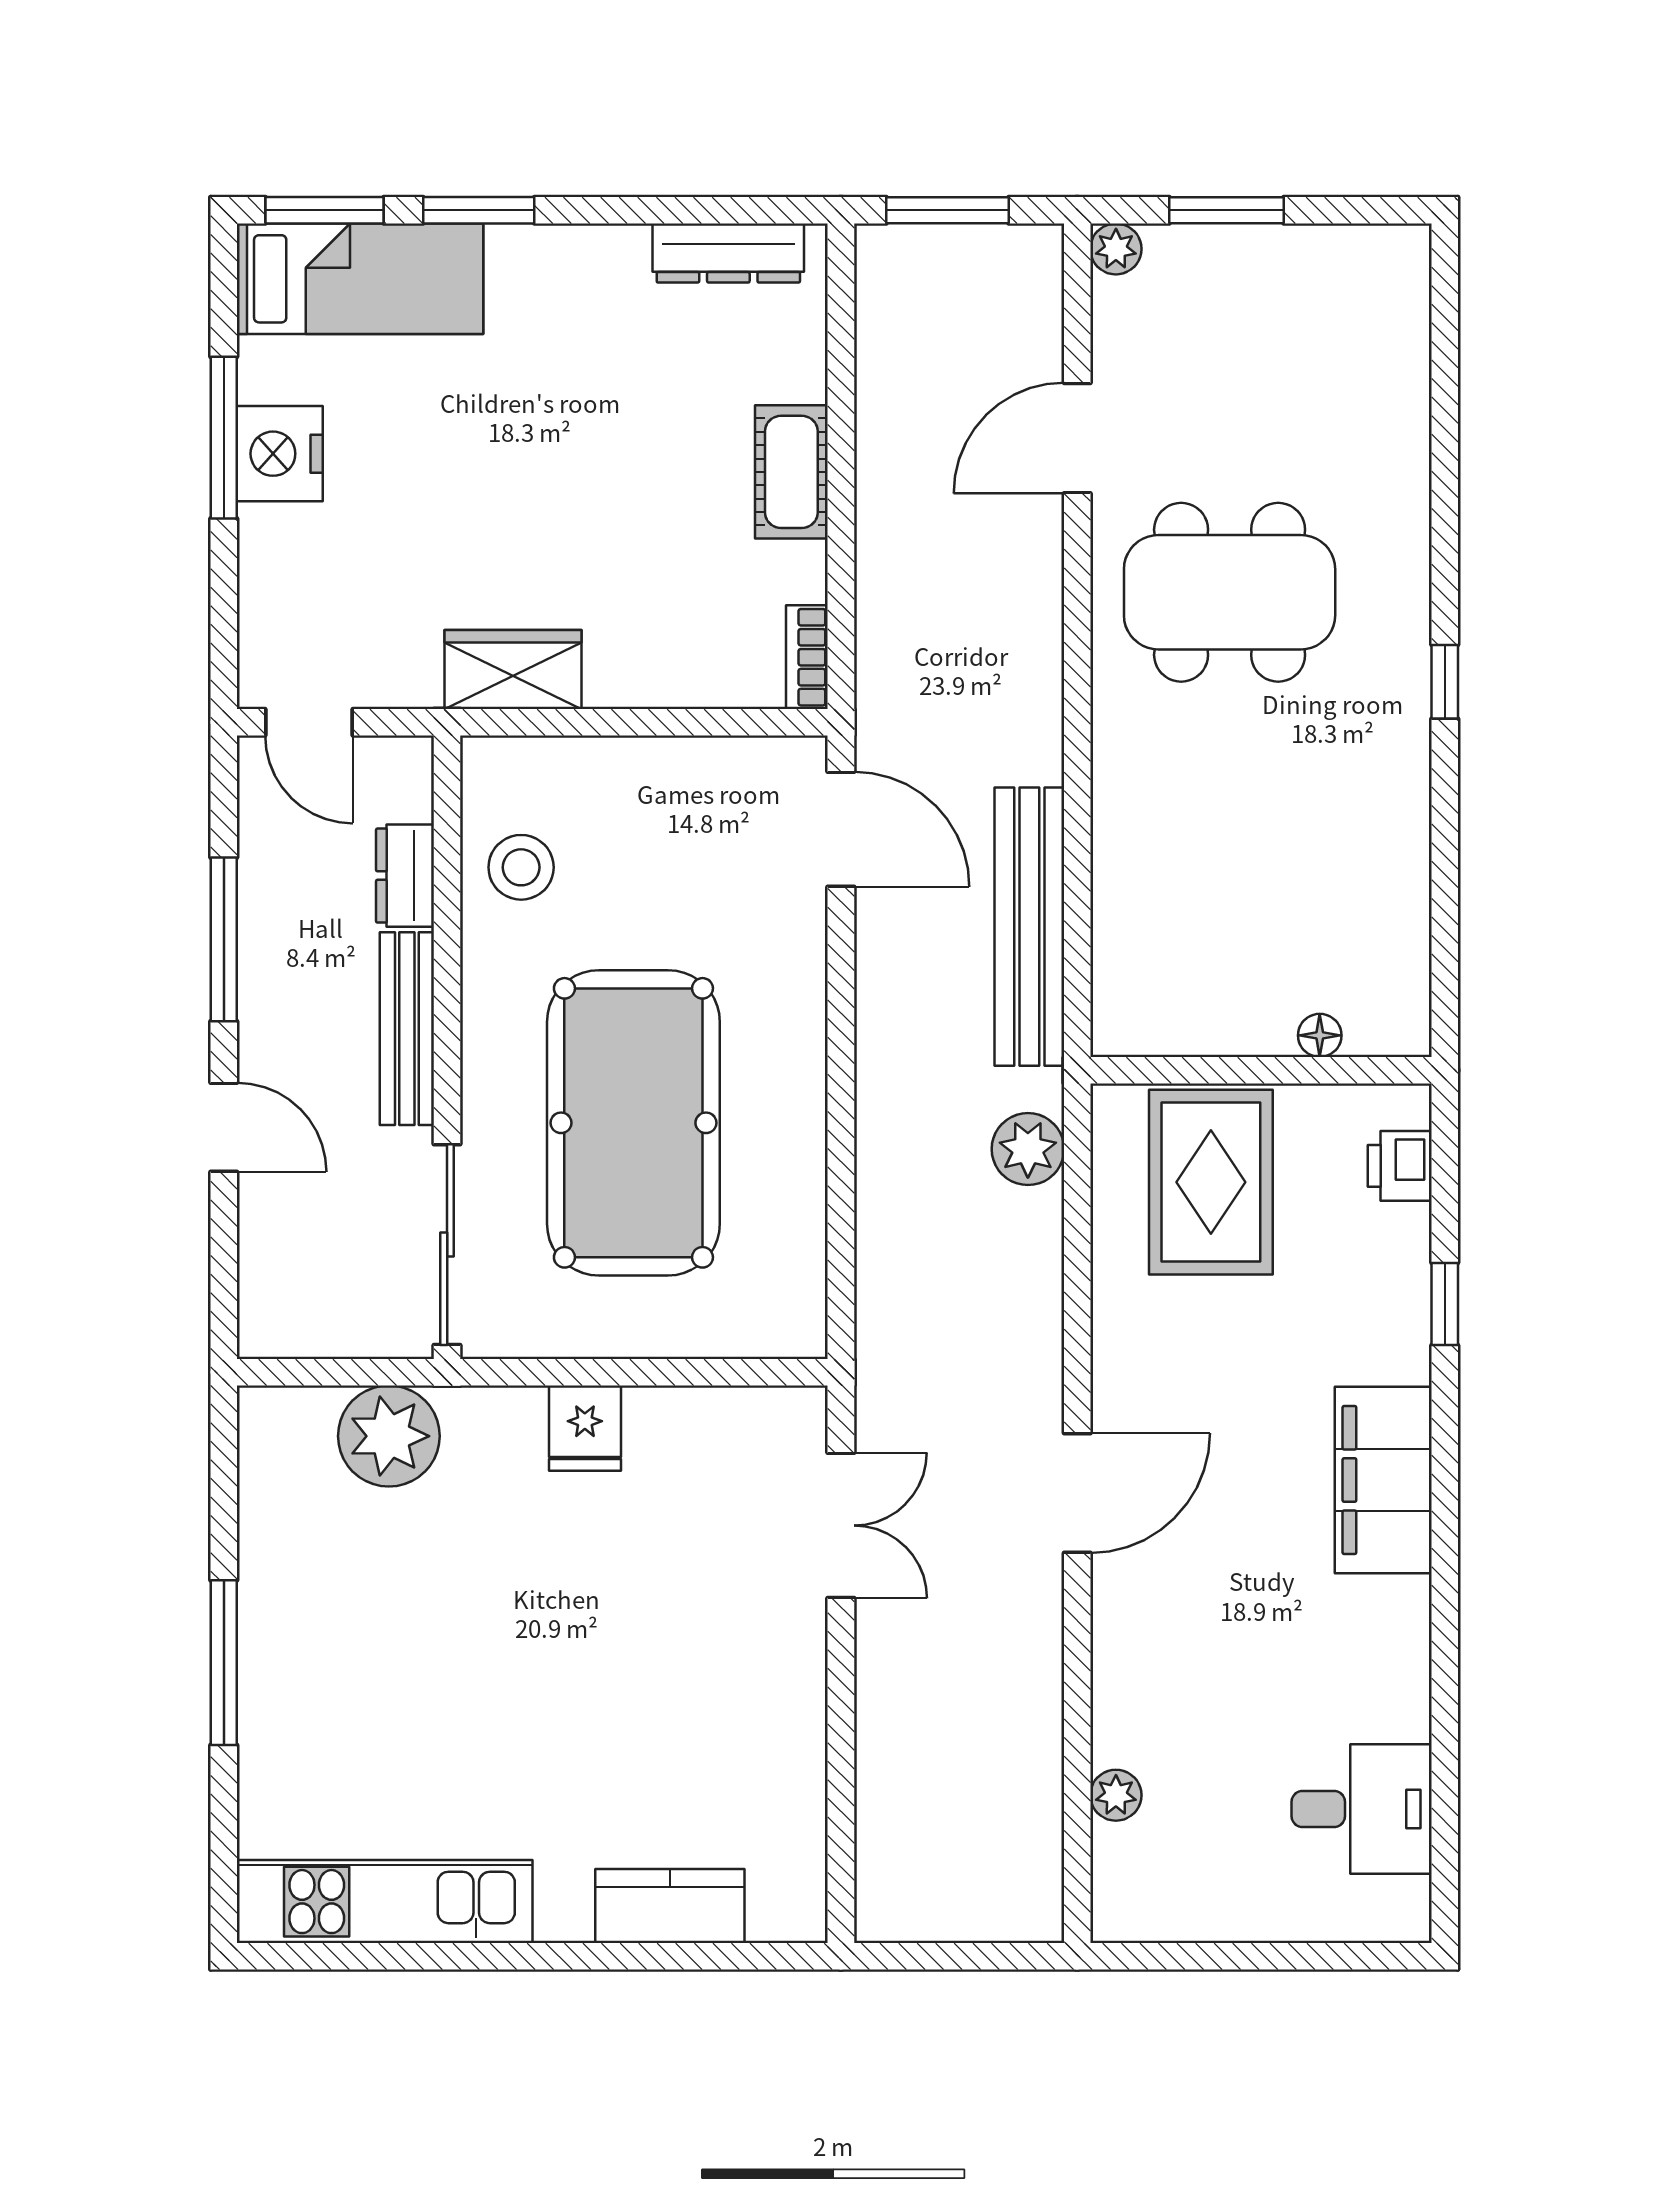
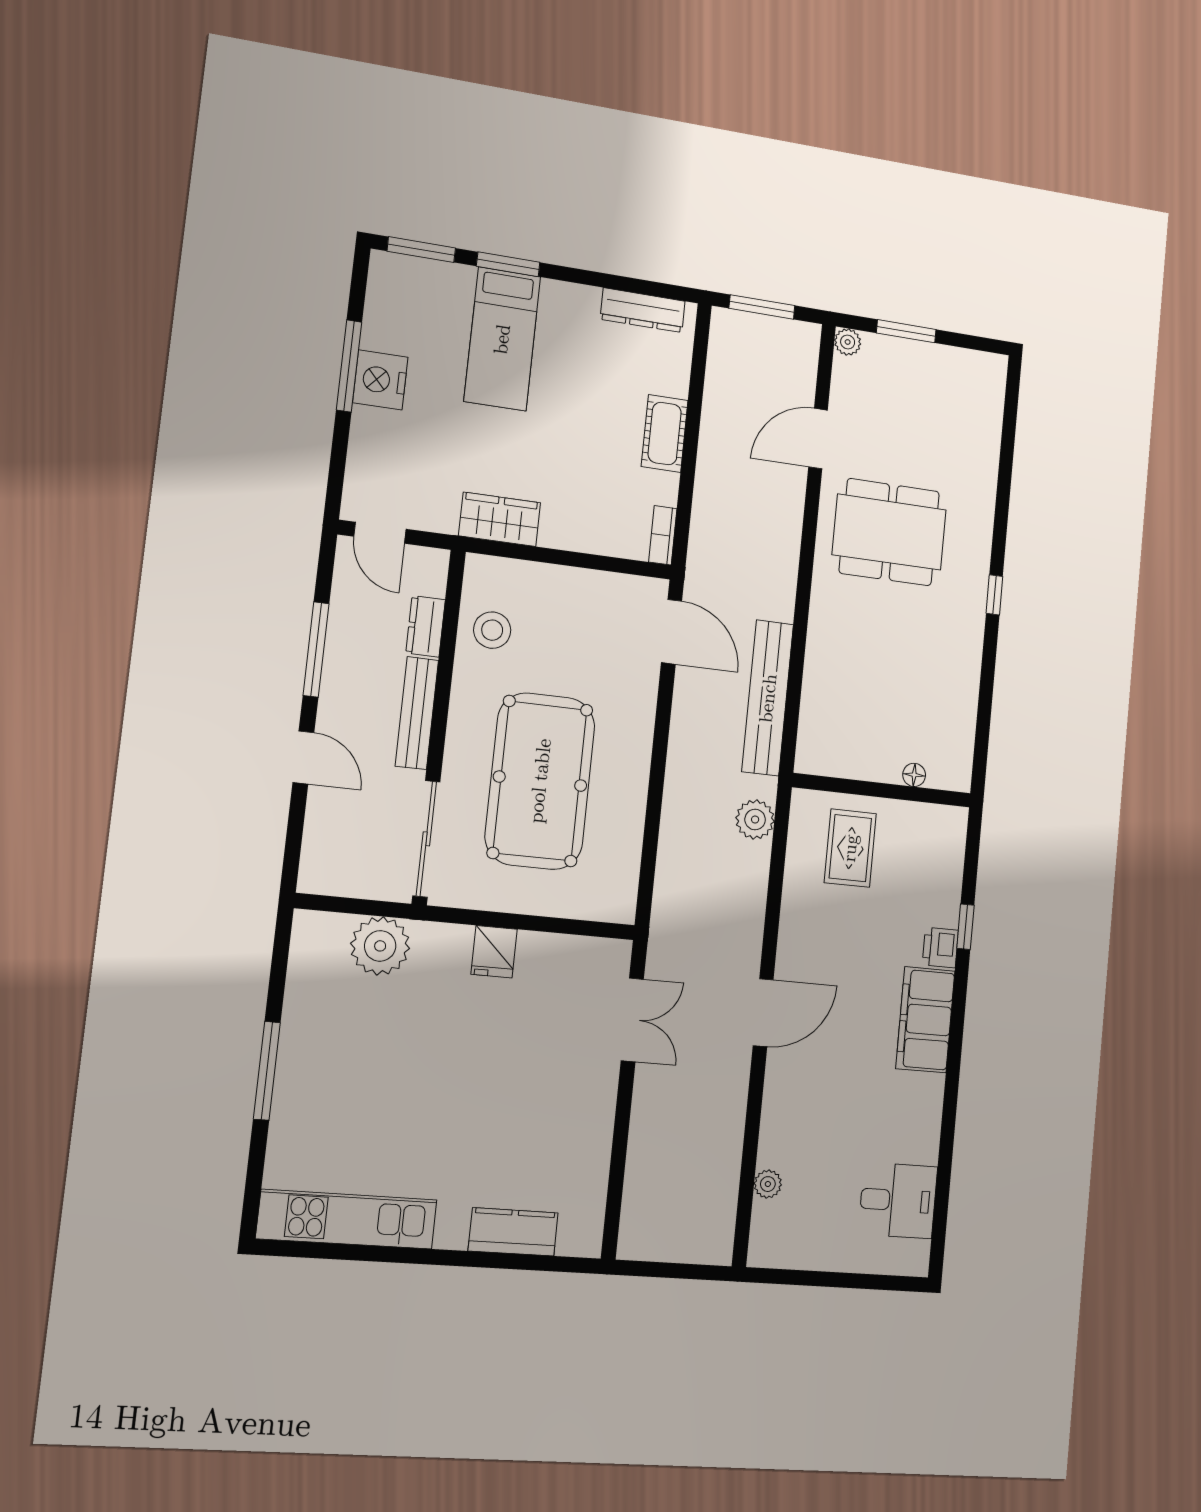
bed: (360, 279) -> (502, 339), moved, turned 90
printer: (1400, 1166) -> (940, 948), moved
rug: (1211, 1182) -> (850, 848), width x0.73, depth x0.70

